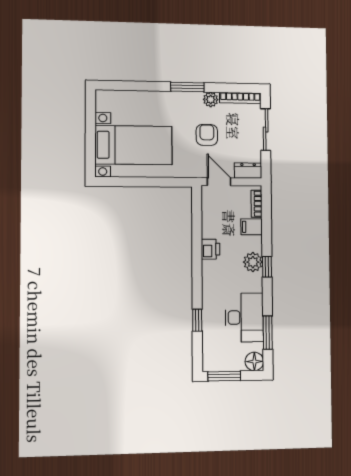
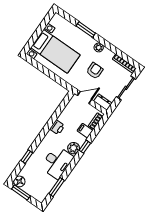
window: (187, 87) -> (86, 30), moved
plant: (211, 100) -> (99, 47), moved
door: (219, 182) -> (85, 98), hinge flipped
window: (267, 267) -> (85, 147), moved
desk: (244, 317) -> (57, 162), moved
floor lamp: (254, 361) -> (19, 181), moved

